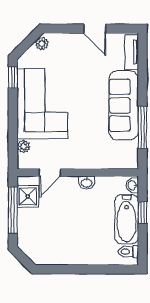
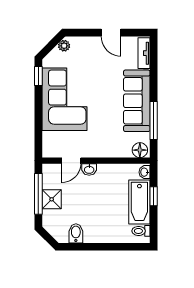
plant: (24, 147) -> (48, 137), removed
floor lamp: (127, 161) -> (140, 150), added
washbasin: (87, 183) -> (89, 169), moved
shower: (28, 196) -> (52, 199), moved
bidet: (55, 254) -> (76, 233), added

